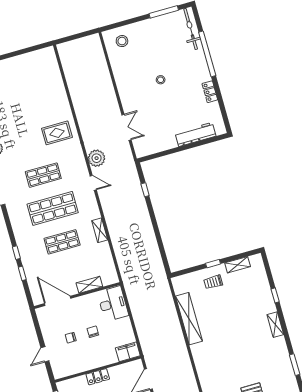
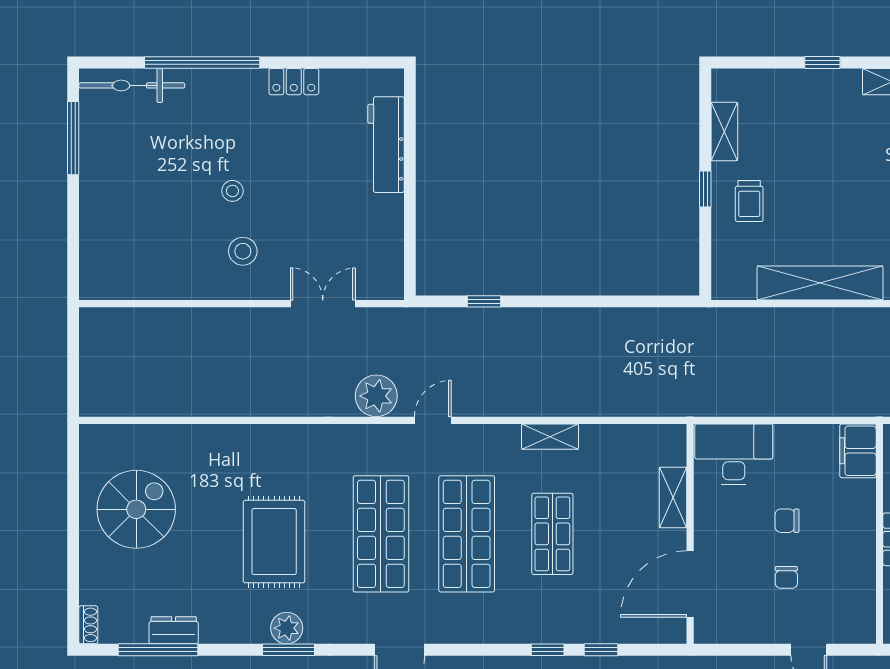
stool: (122, 41) -> (243, 251), moved
spiral stairs: (26, 77) -> (136, 509), added
rug: (57, 133) -> (274, 542), moved, width x1.36, depth x1.43
shop shelf: (43, 175) -> (381, 534), width x1.43, depth x1.36

